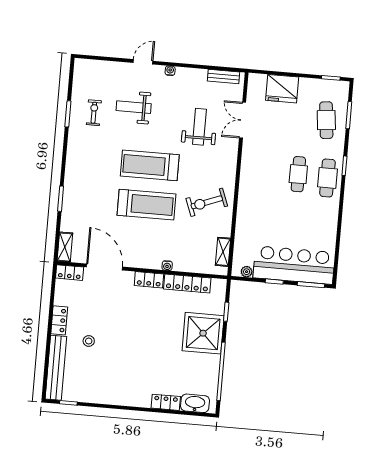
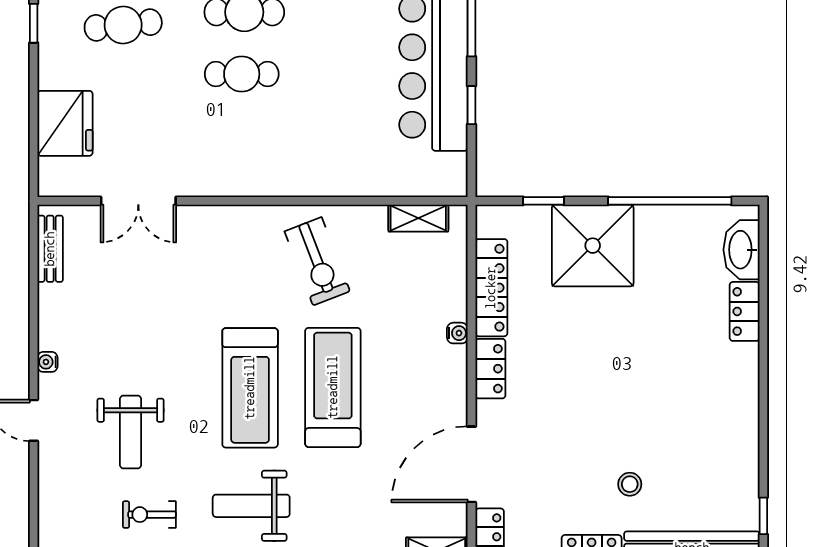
weight bench: (199, 127) -> (251, 506), moved
plant: (247, 272) -> (456, 165), removed

